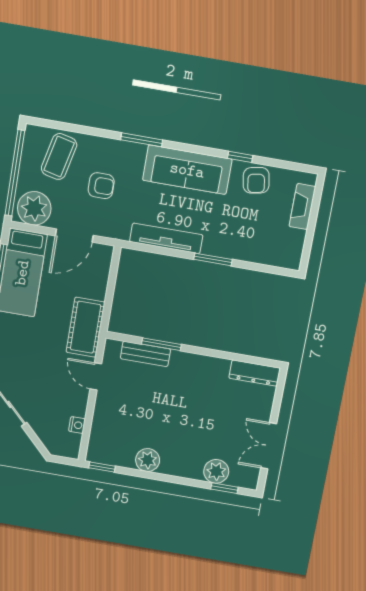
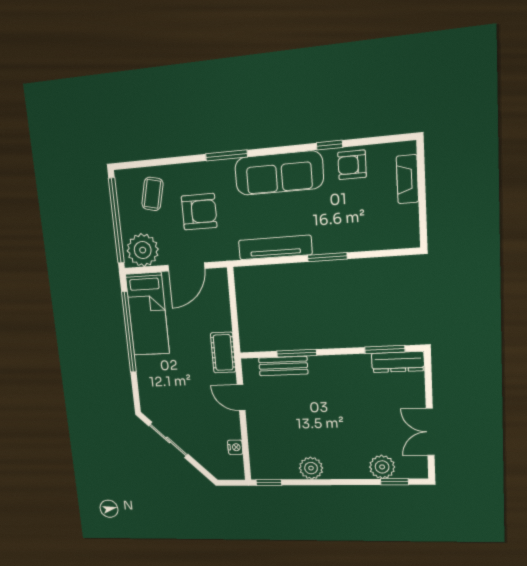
coffee table: (59, 157) -> (152, 194), width x0.73, depth x0.77
armchair: (256, 180) -> (352, 165), turned 100
armchair: (101, 186) -> (199, 212), width x1.38, depth x1.38
cot: (86, 327) -> (223, 352), width x0.73, depth x0.75
window: (245, 359) -> (385, 349), added

